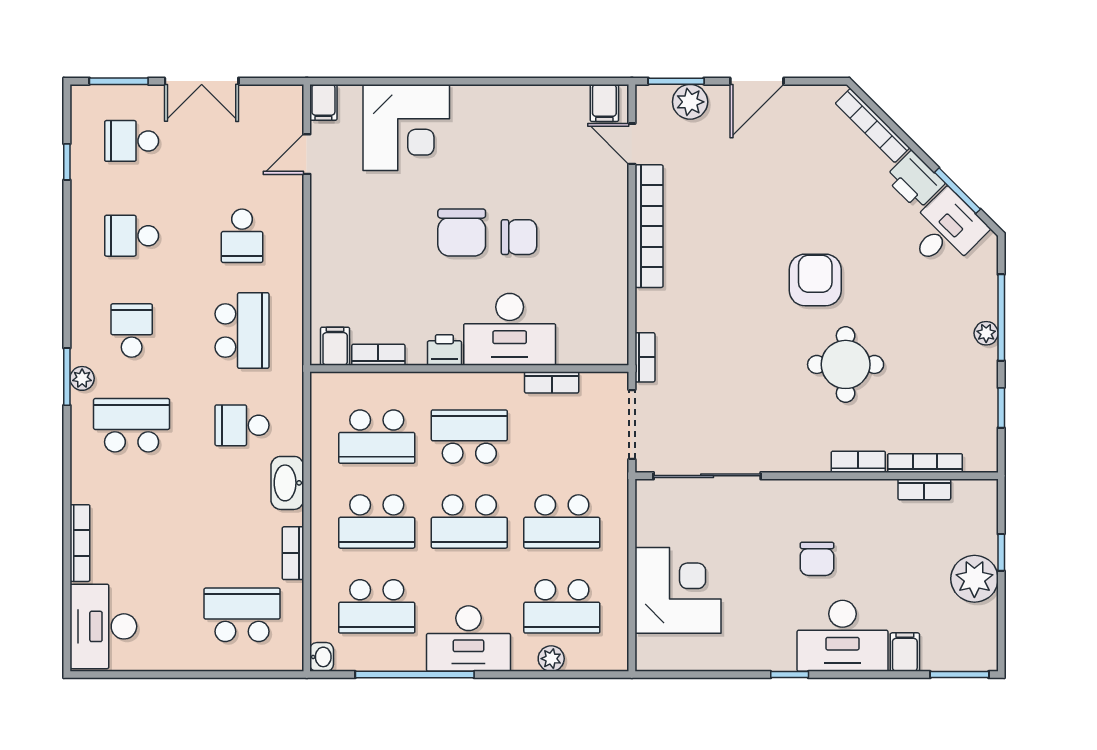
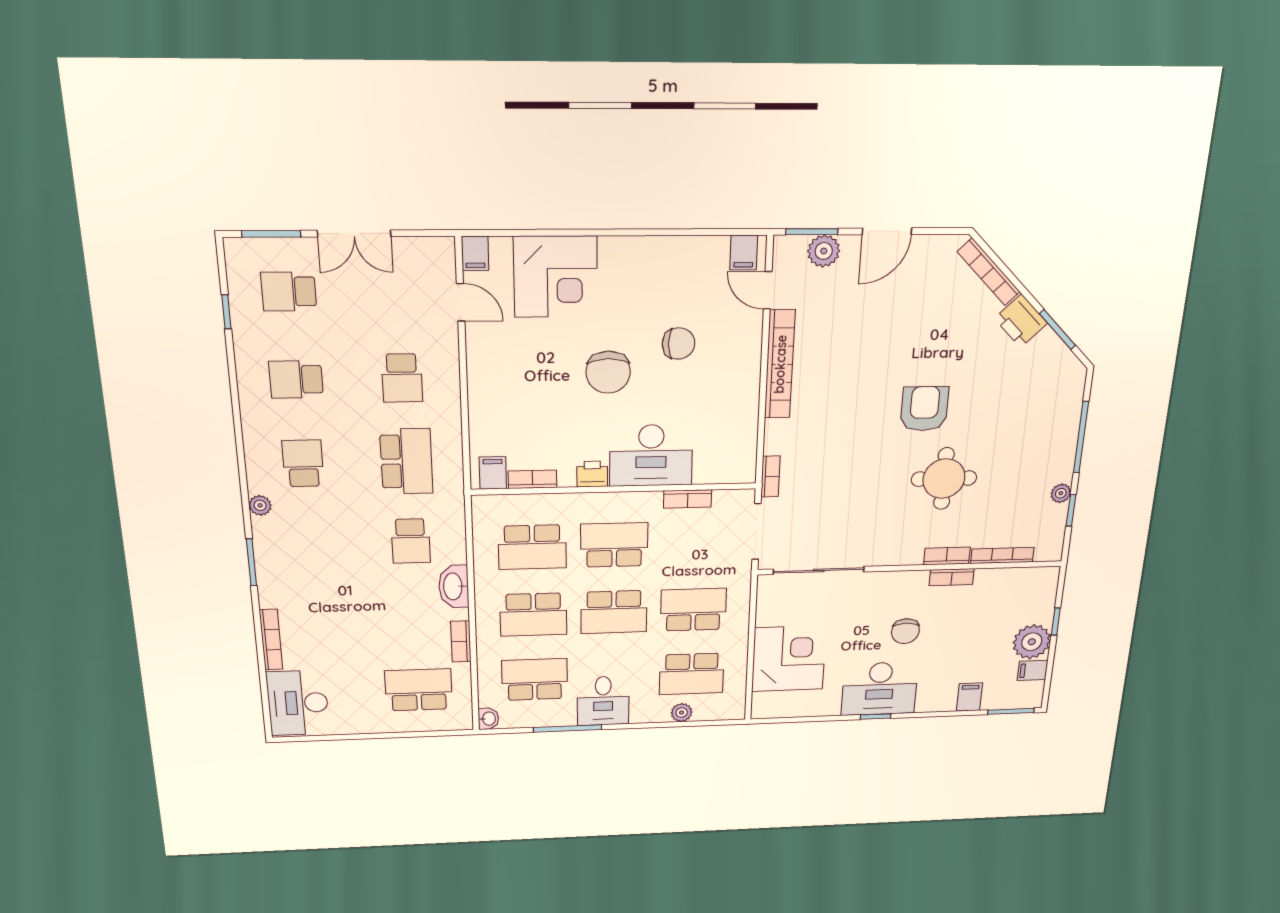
door: (307, 154) -> (461, 302), swing flipped
desk: (946, 231) -> (1043, 365), removed
chair: (519, 237) -> (679, 344), moved
plant: (986, 333) -> (1061, 493), moved
window: (67, 377) -> (251, 562), moved
school desk: (132, 425) -> (310, 543), removed
school desk: (242, 425) -> (411, 541), turned -90
bookcase: (924, 489) -> (952, 577), moved
school desk: (562, 522) -> (693, 610), turned 180
school desk: (377, 606) -> (535, 679), turned 180
filing cabinet: (980, 618) -> (1033, 670), added
desk: (842, 636) -> (880, 689), moved
desk: (468, 639) -> (603, 701), width x0.73
window: (415, 675) -> (567, 729), width x0.68

